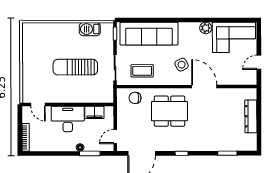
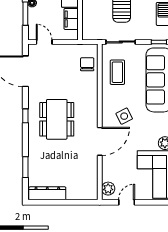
door: (259, 62) -> (127, 202), hinge flipped
plant: (247, 79) -> (108, 189), added
dining table: (169, 111) -> (57, 119), moved
dresser: (251, 116) -> (47, 193), moved

